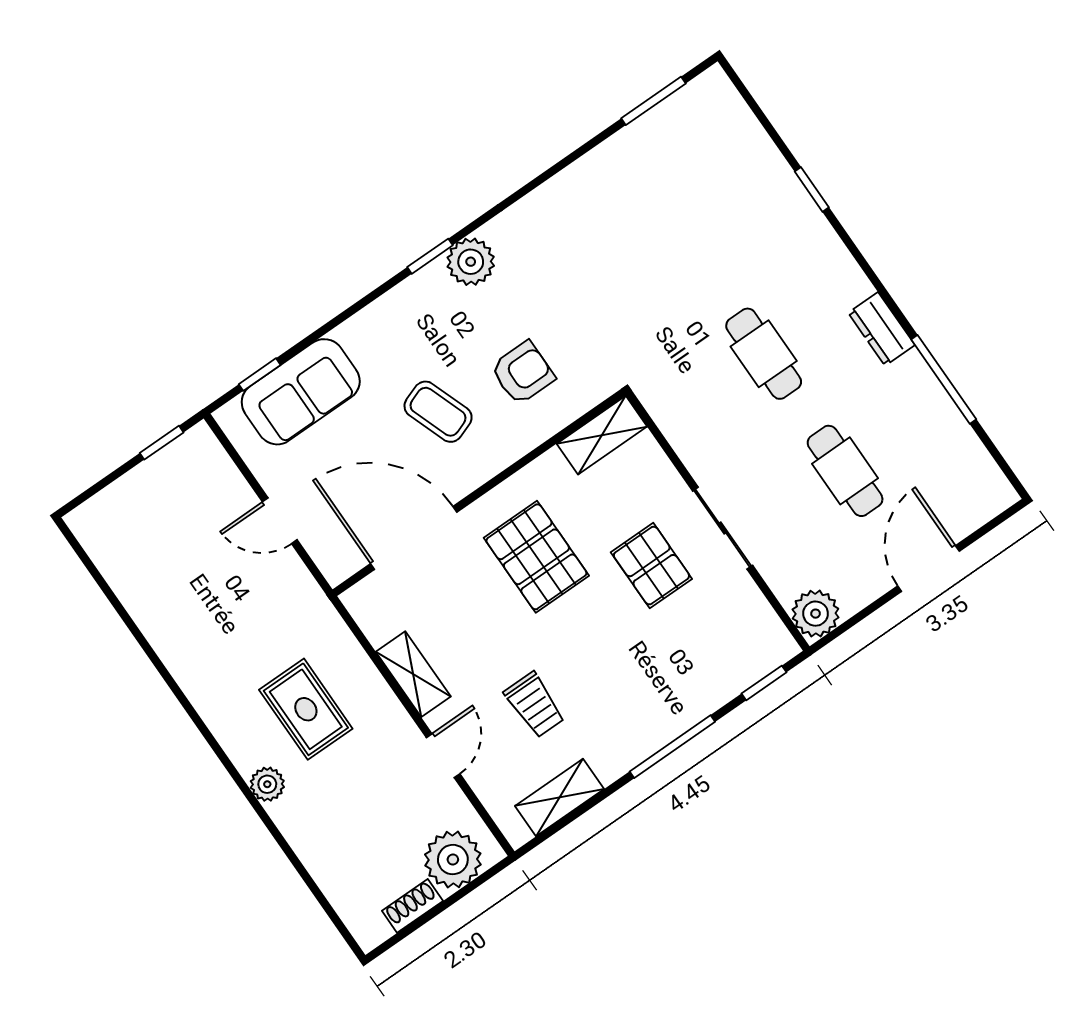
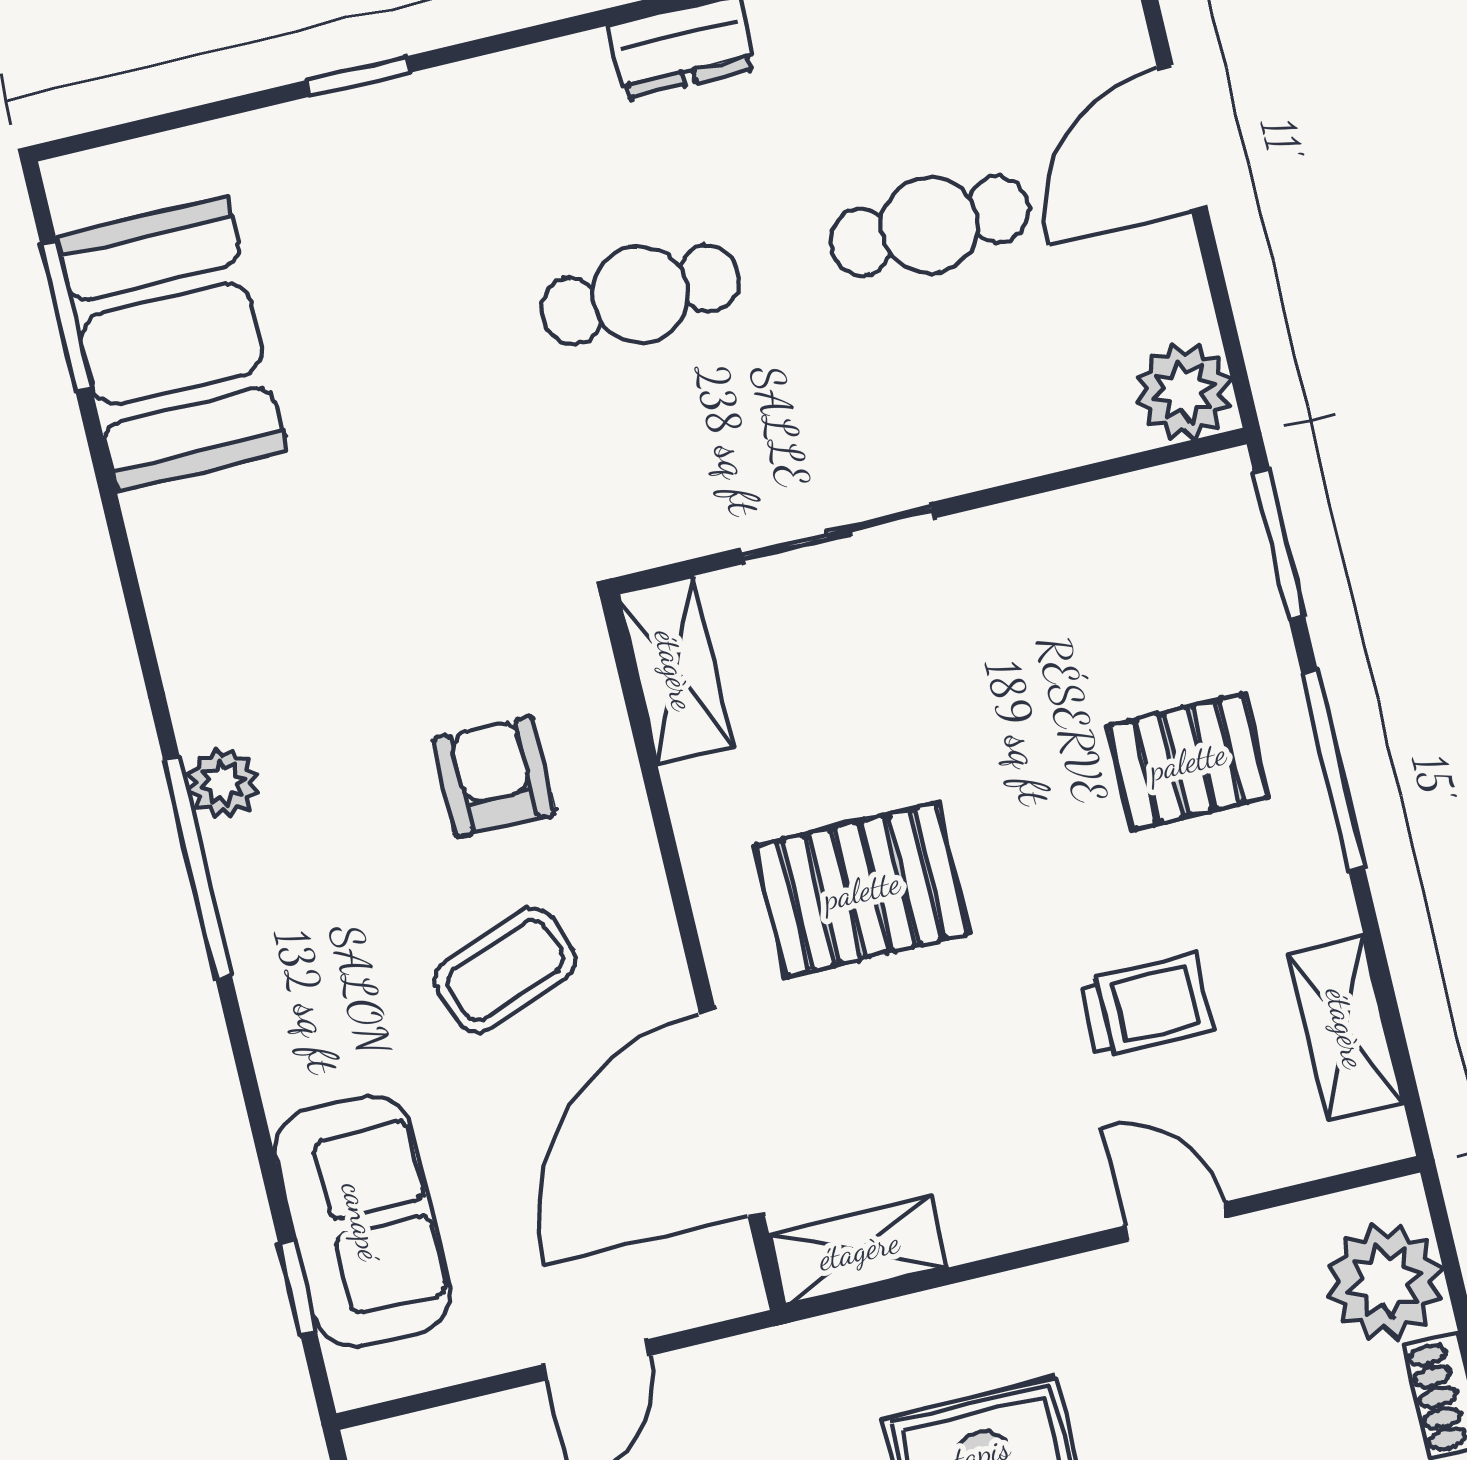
booth: (659, 153) -> (172, 344), added
window: (430, 256) -> (198, 868), width x2.17
plant: (471, 262) -> (223, 783), width x0.73, depth x0.73
sliding door: (723, 528) -> (838, 533), moved
pallet: (651, 566) -> (1188, 761), moved
door: (929, 569) -> (1182, 138), hinge flipped
shelving: (413, 674) -> (859, 1250), moved
window: (764, 683) -> (1279, 544), width x1.50

